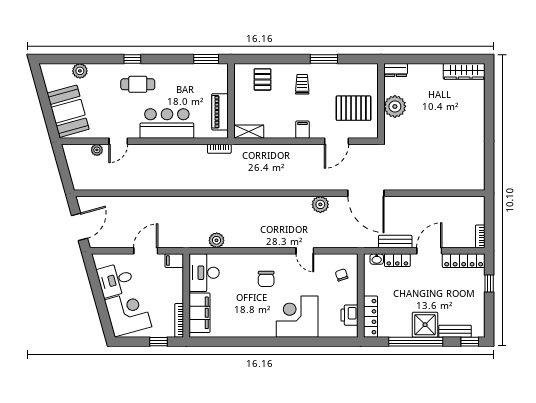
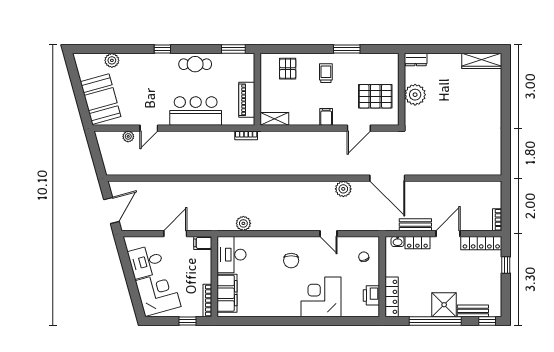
cafe table: (138, 84) -> (195, 64), moved

